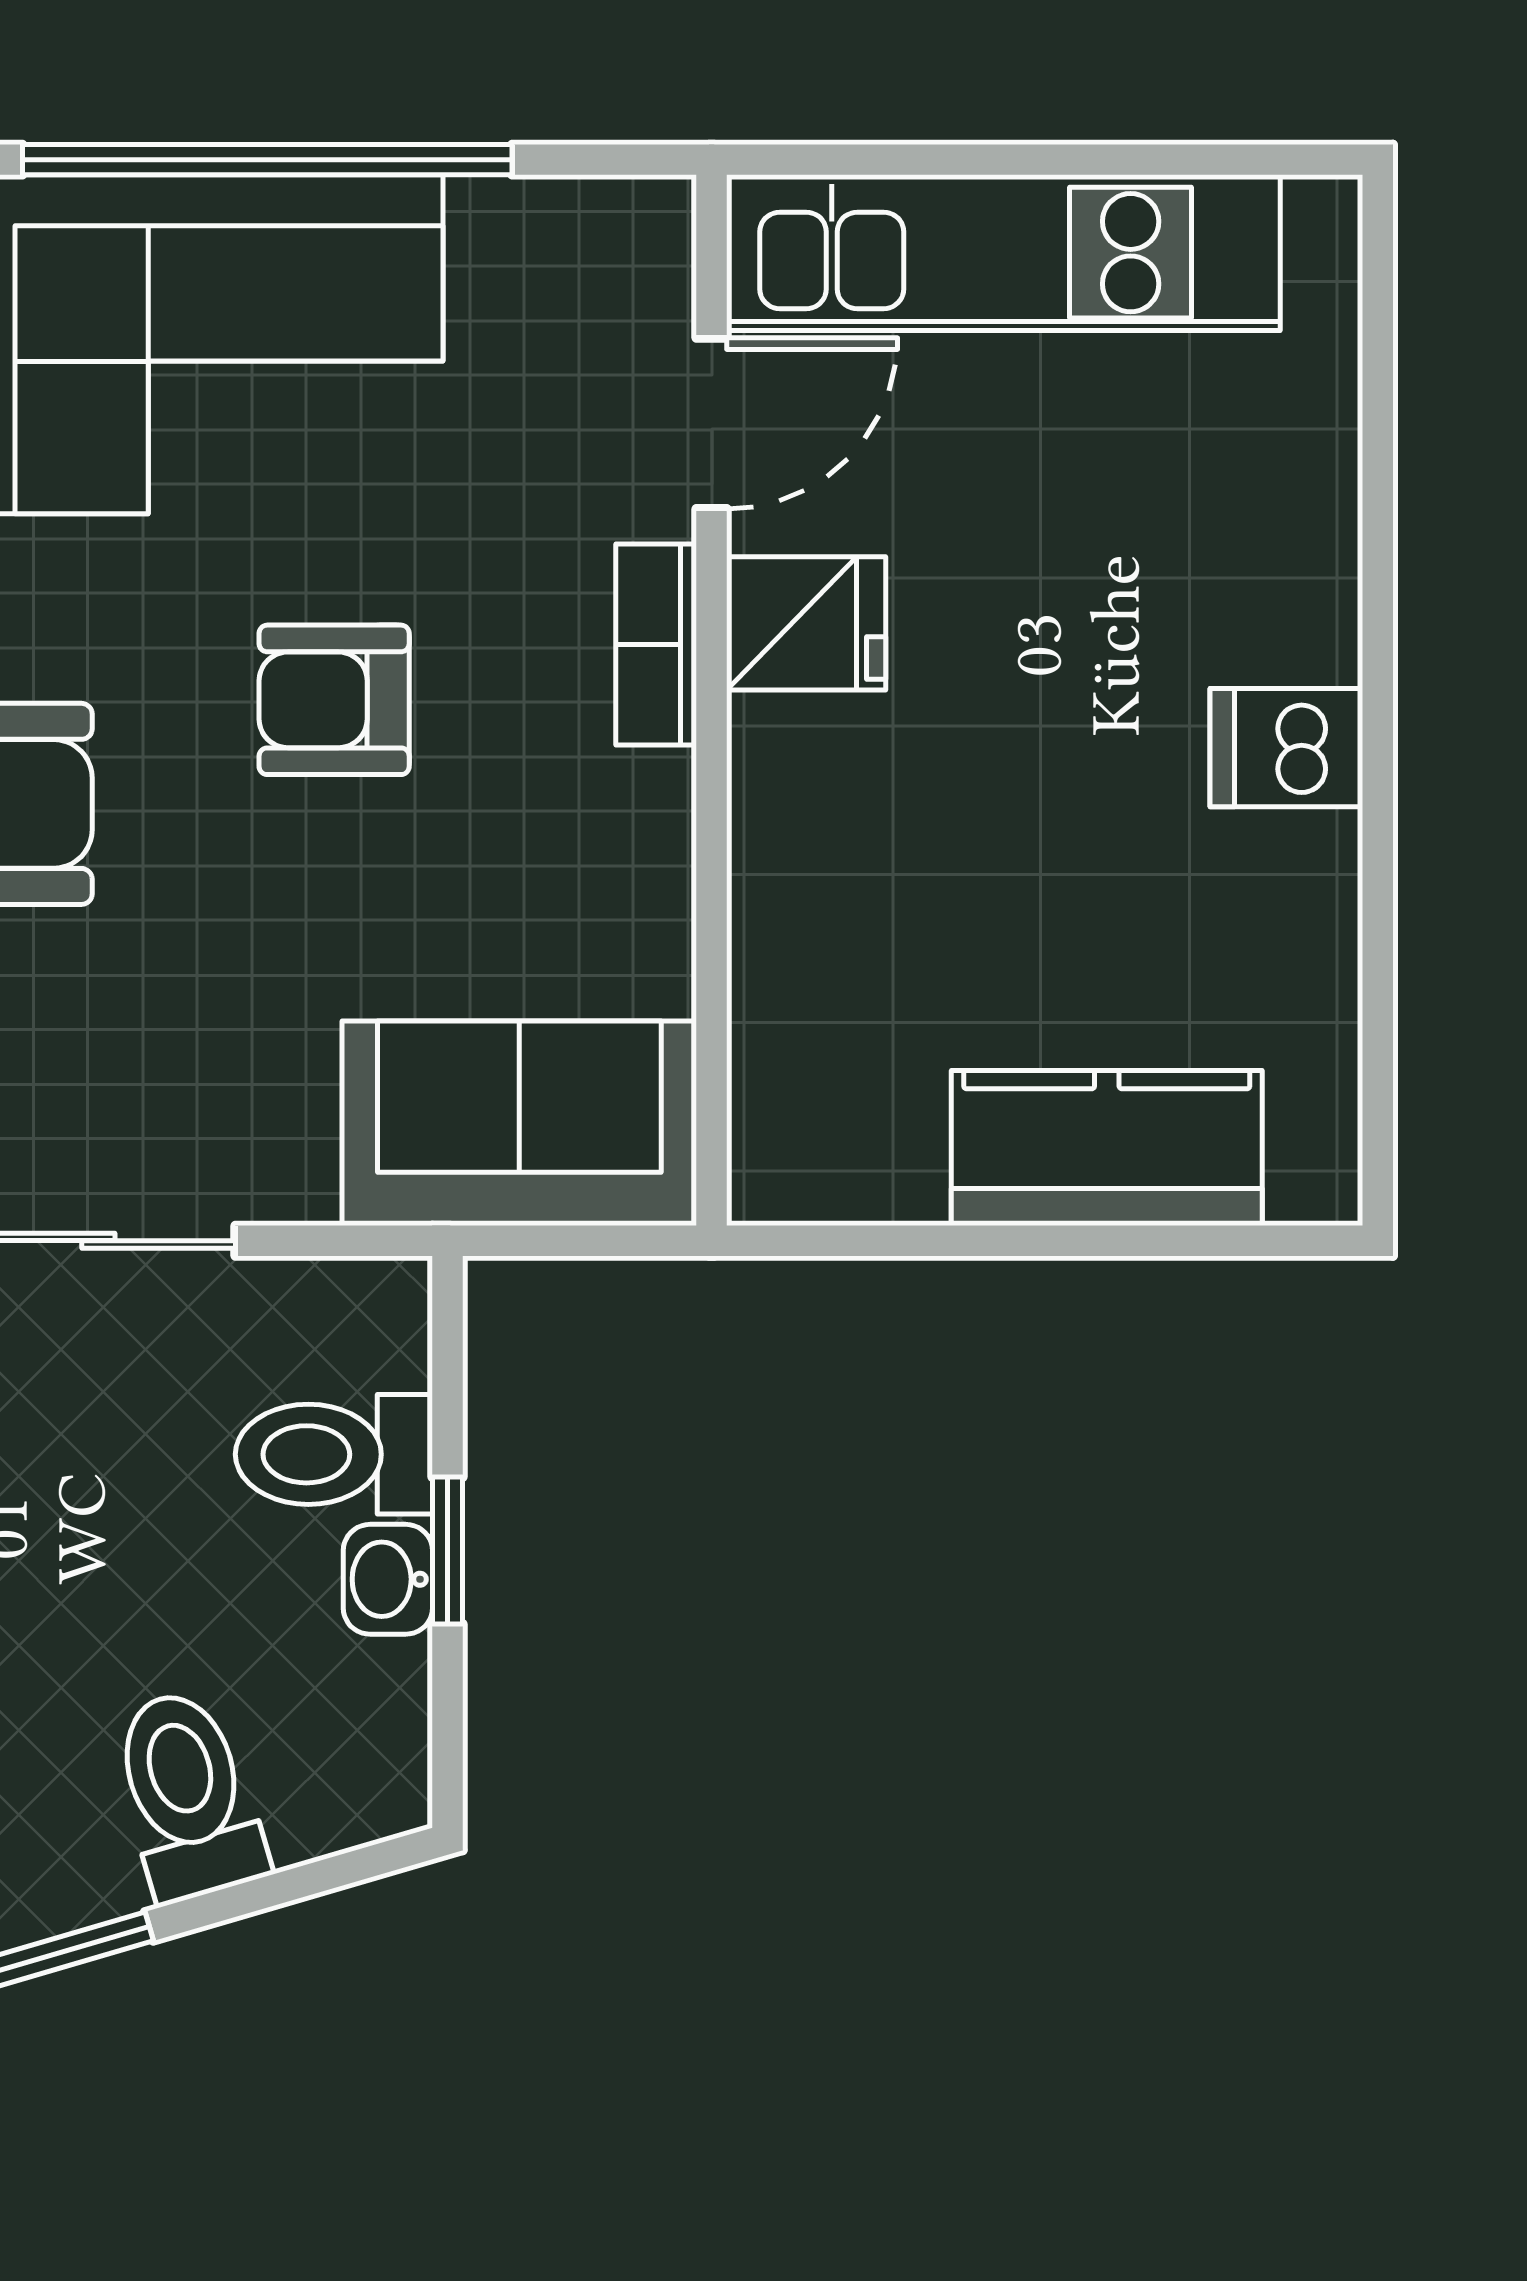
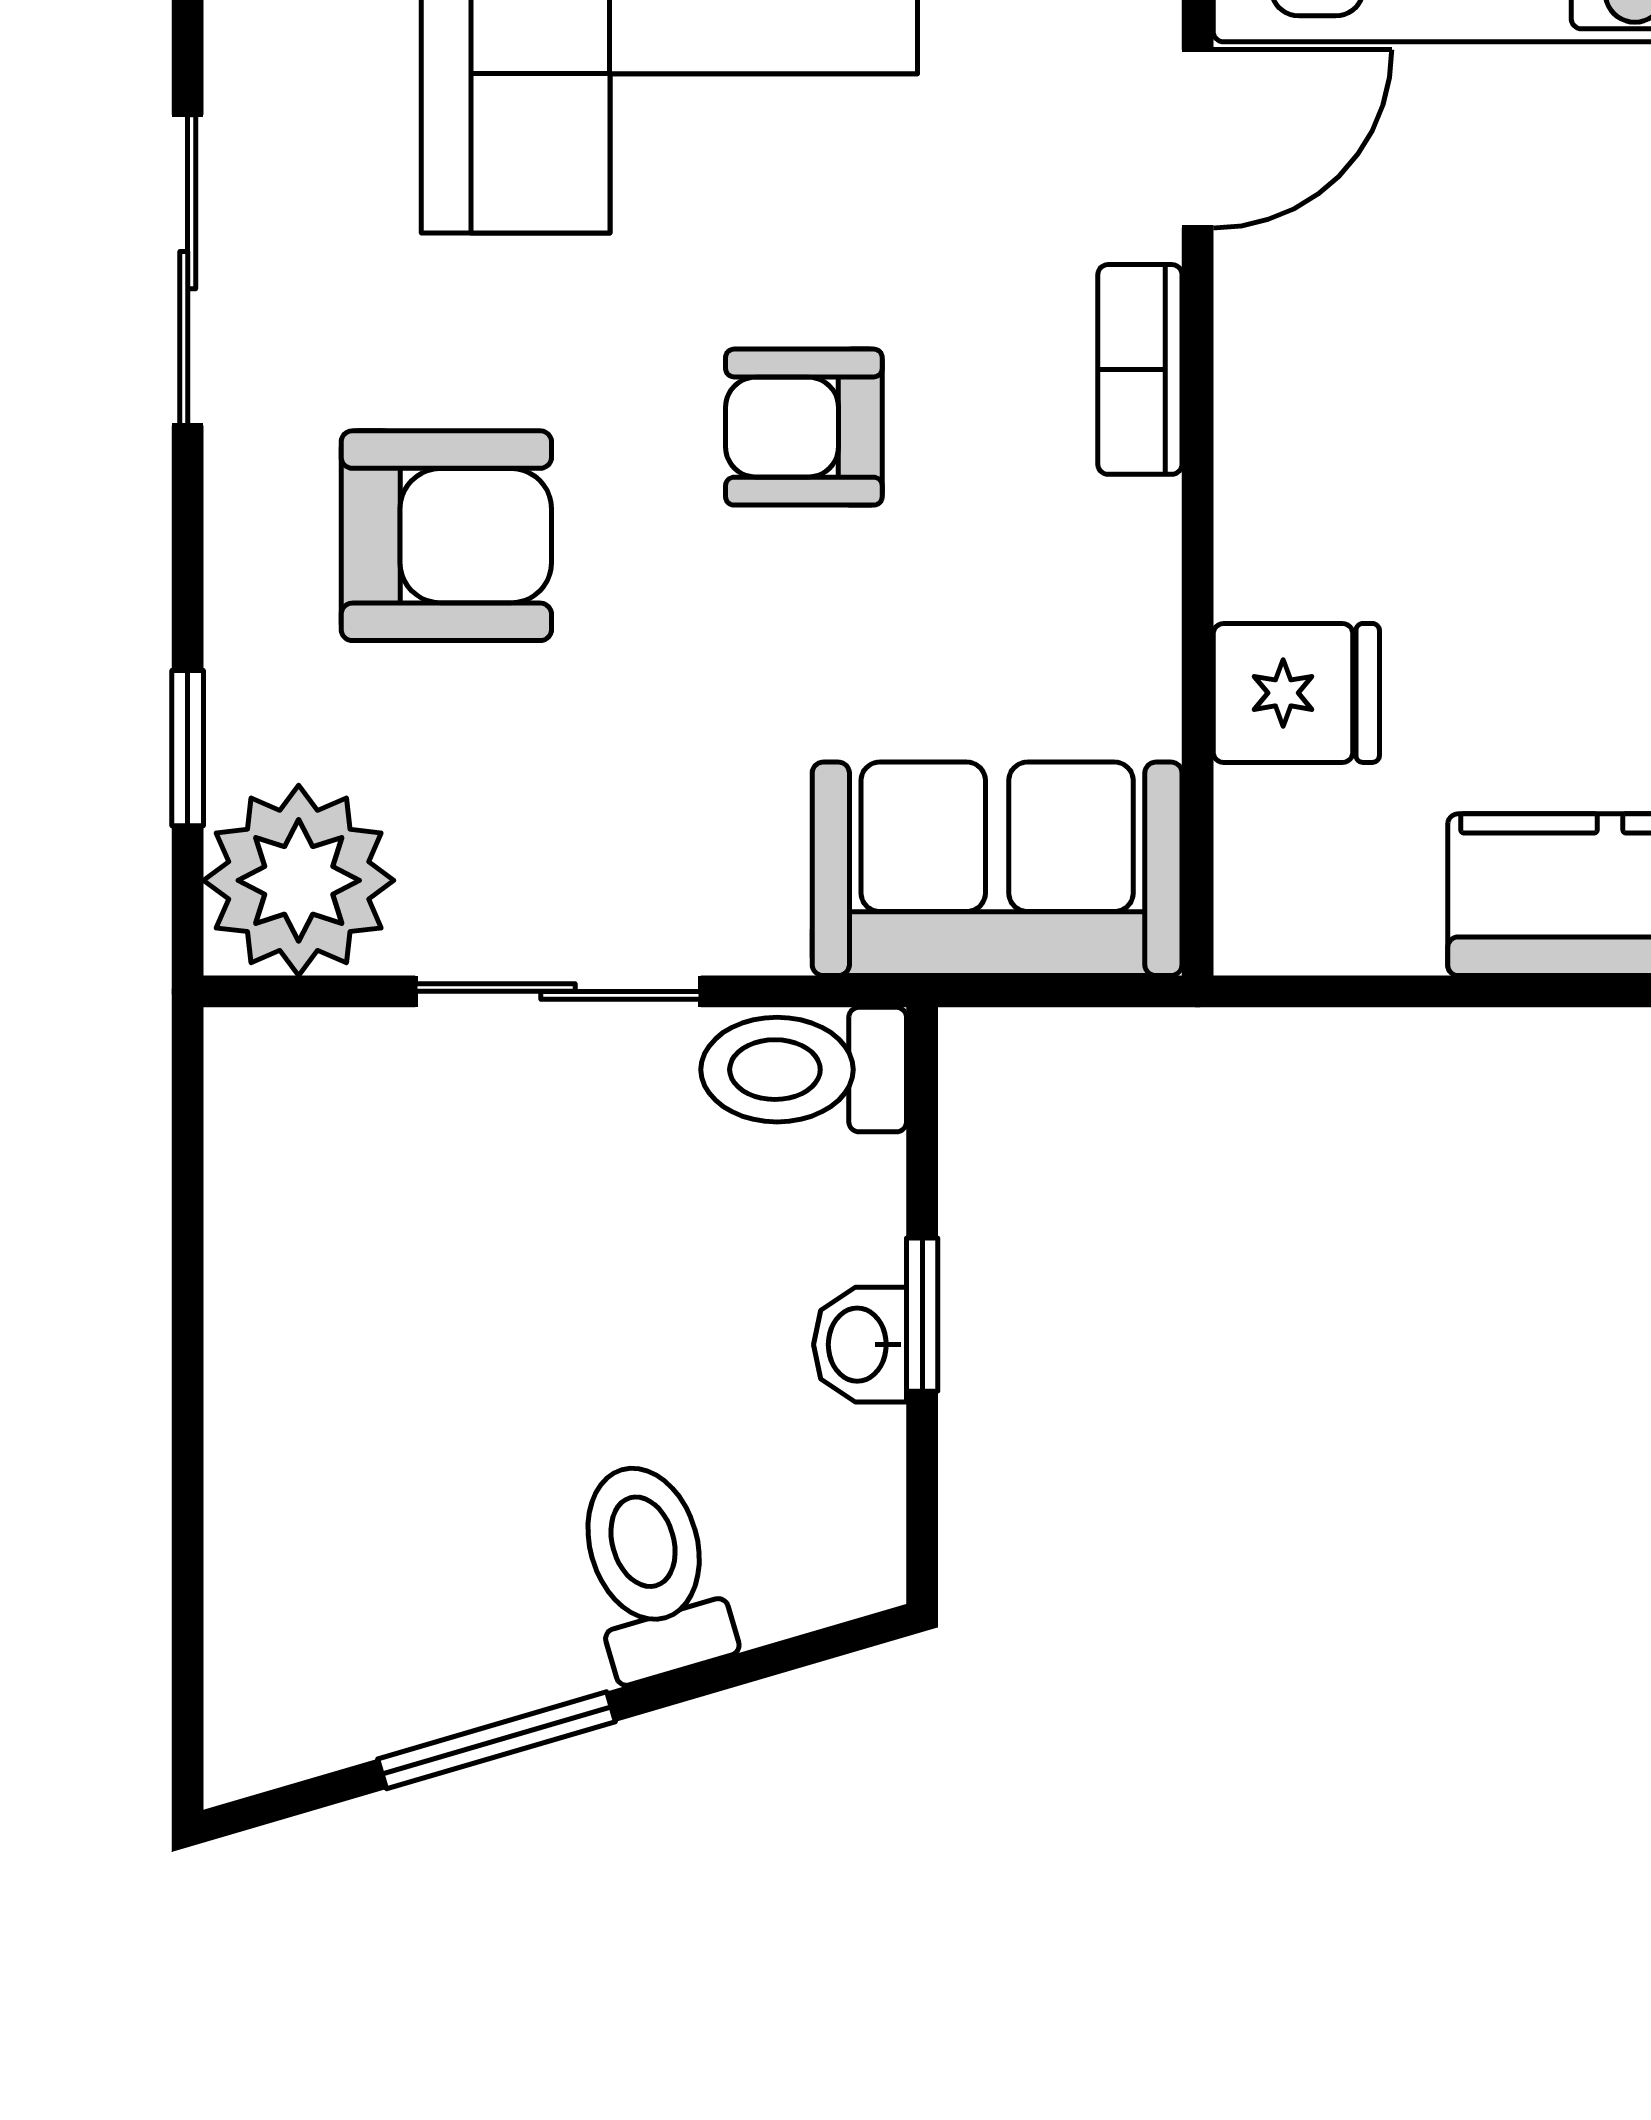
fridge: (806, 623) -> (1296, 693), moved
toilet: (334, 1454) -> (804, 1070), moved

